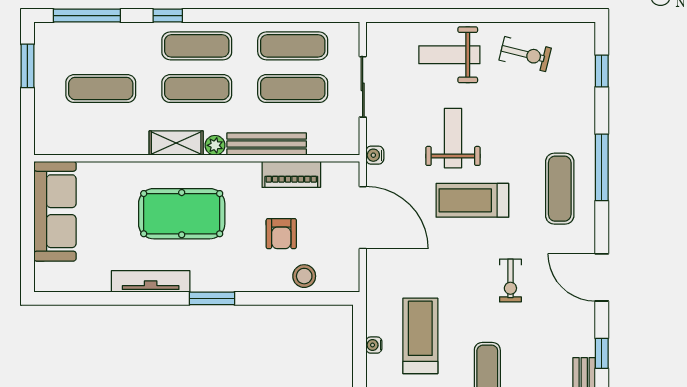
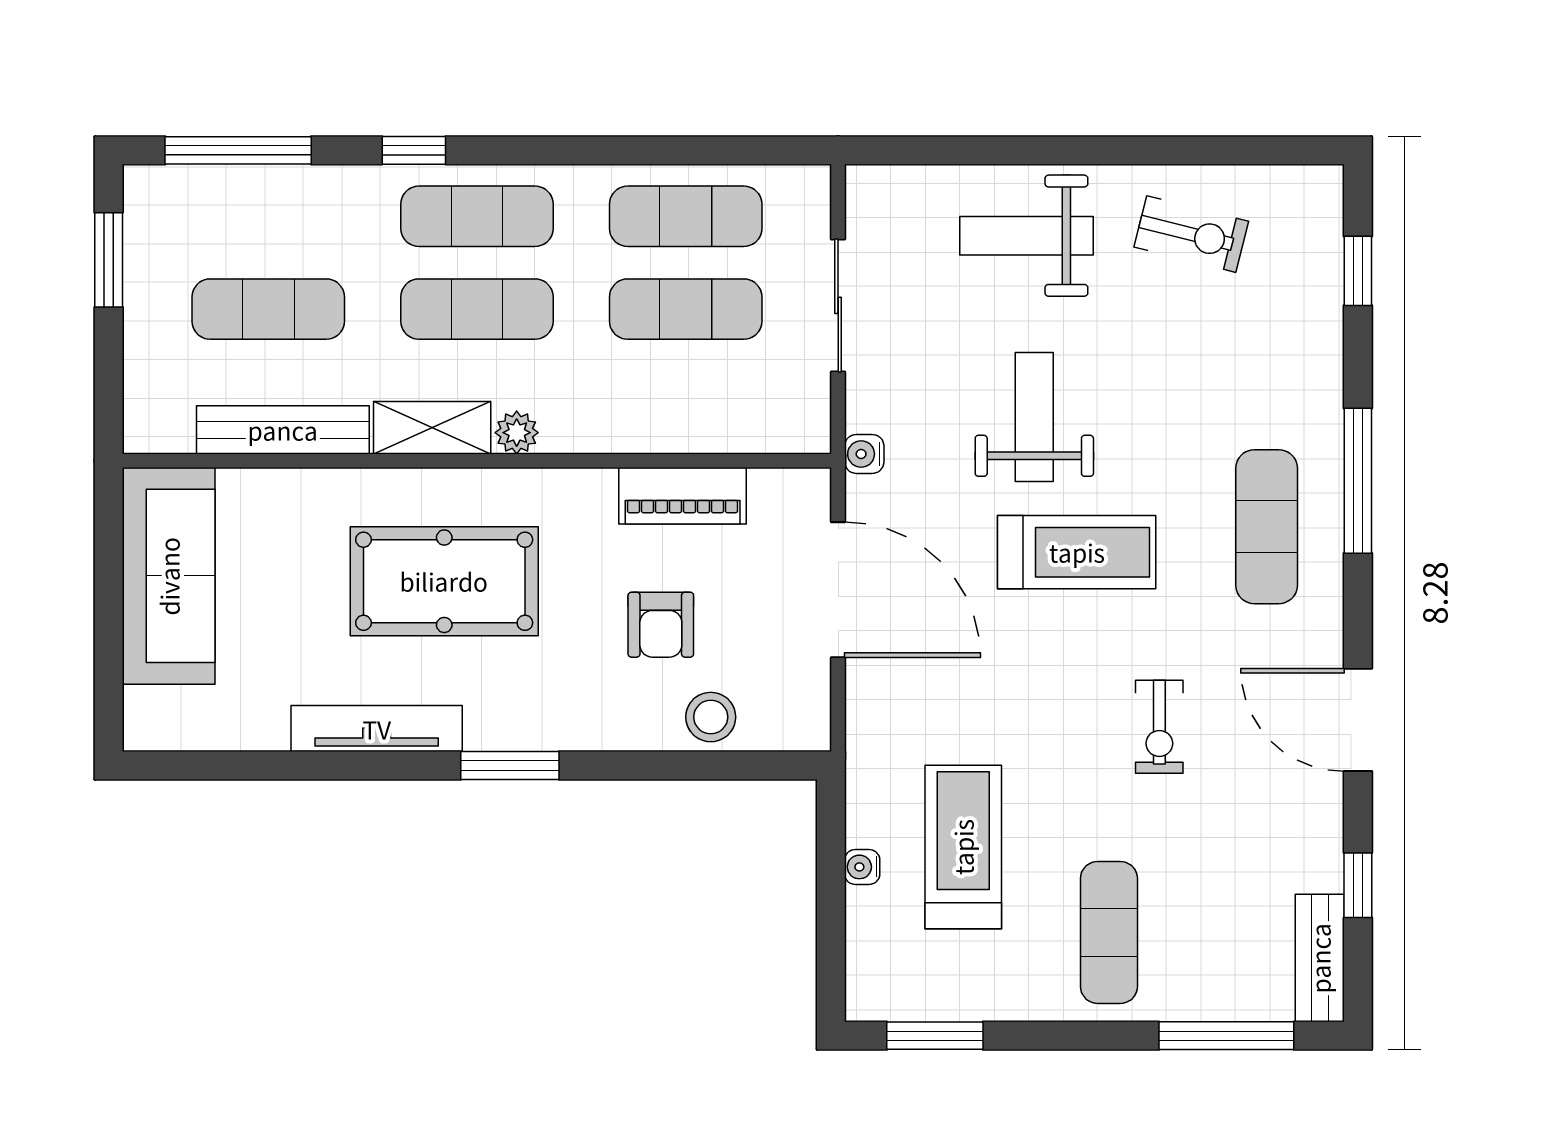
bench: (267, 144) -> (283, 430), moved
treadmill: (472, 200) -> (1077, 552), turned 180

